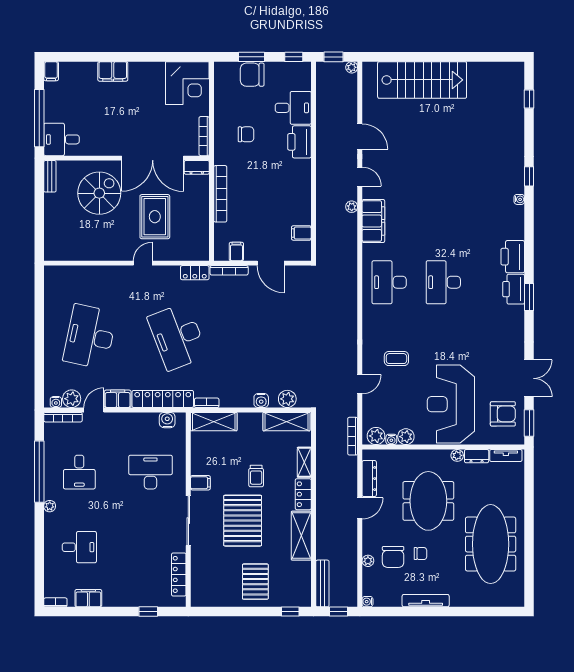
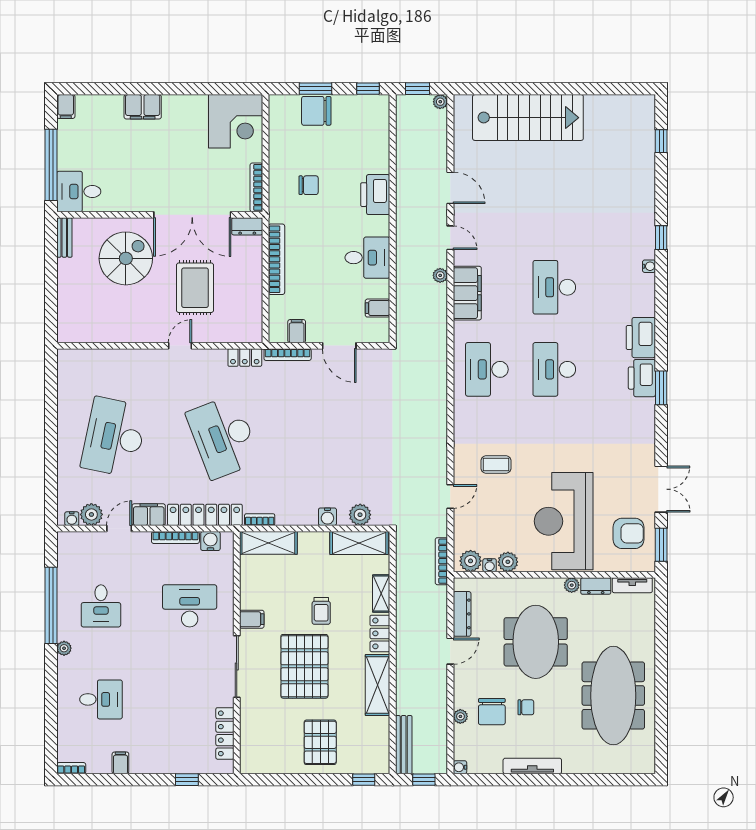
desk: (293, 108) -> (367, 258), moved
desk: (443, 216) -> (554, 287), added
bookcase: (63, 417) -> (175, 537), moved
filing cabinet: (88, 598) -> (120, 763), width x0.50

